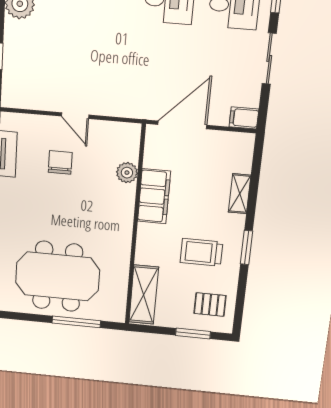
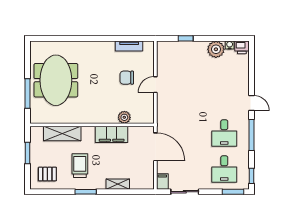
sliding door: (269, 59) -> (185, 192), moved
chair: (60, 162) -> (127, 78), turned 180
shelving: (144, 295) -> (62, 133), moved
pallet: (210, 305) -> (47, 174), turned 90
window: (193, 334) -> (27, 153), moved

